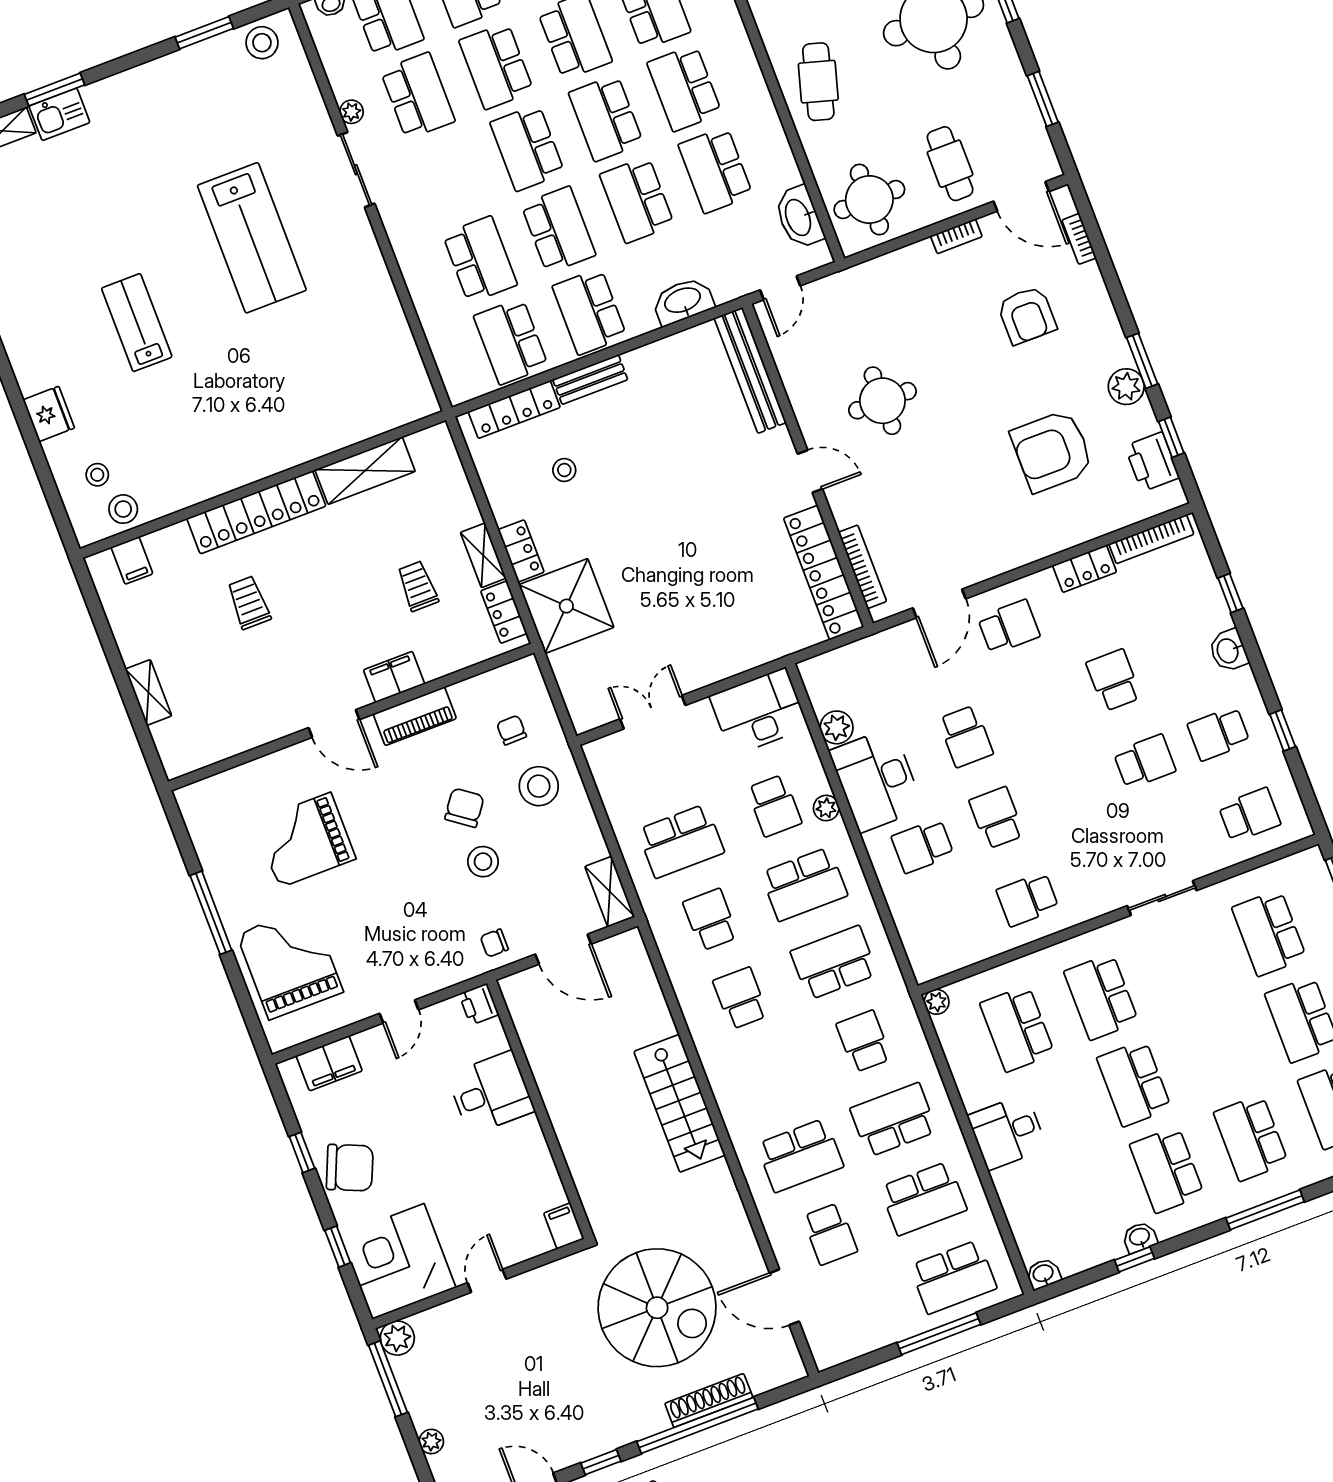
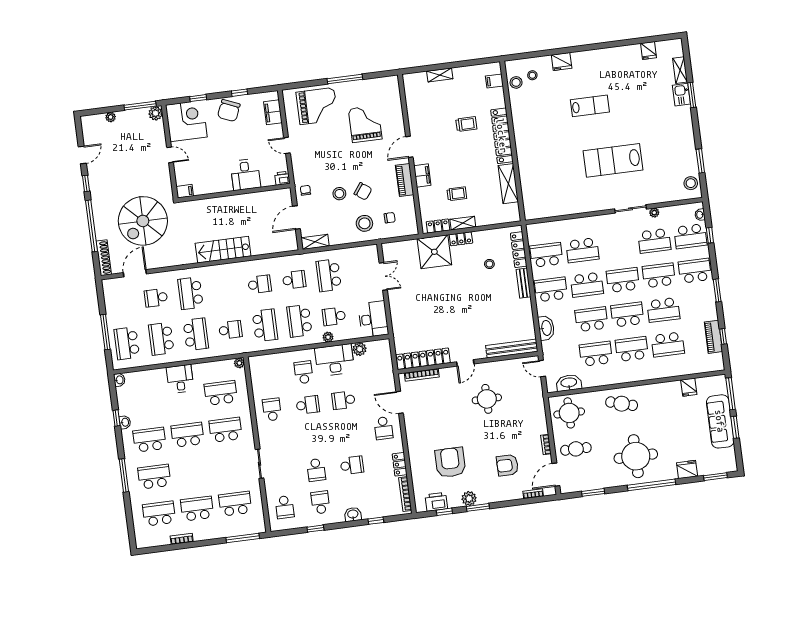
shoe rack: (709, 1400) -> (104, 258), moved

